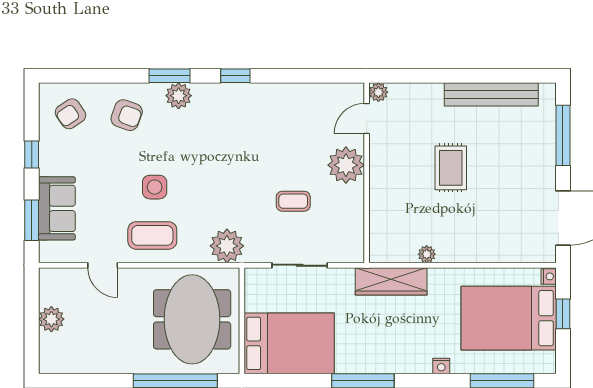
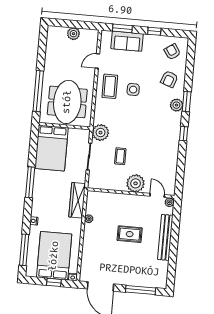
bench: (491, 94) -> (165, 237), moved
plant: (227, 246) -> (101, 133), moved
meeting table: (192, 319) -> (67, 102), turned 90

